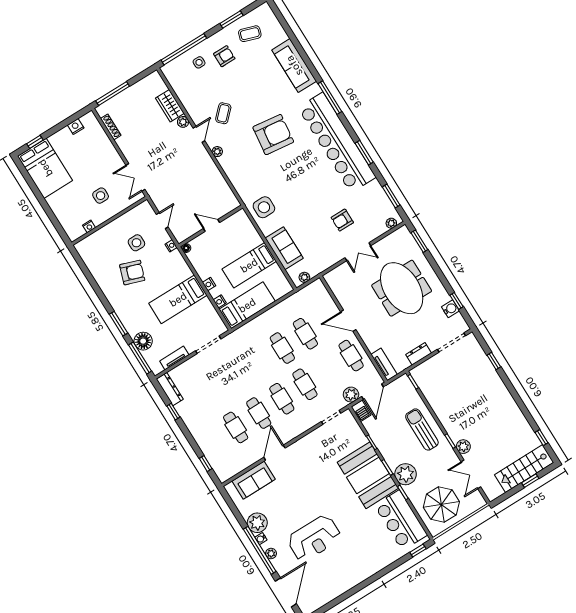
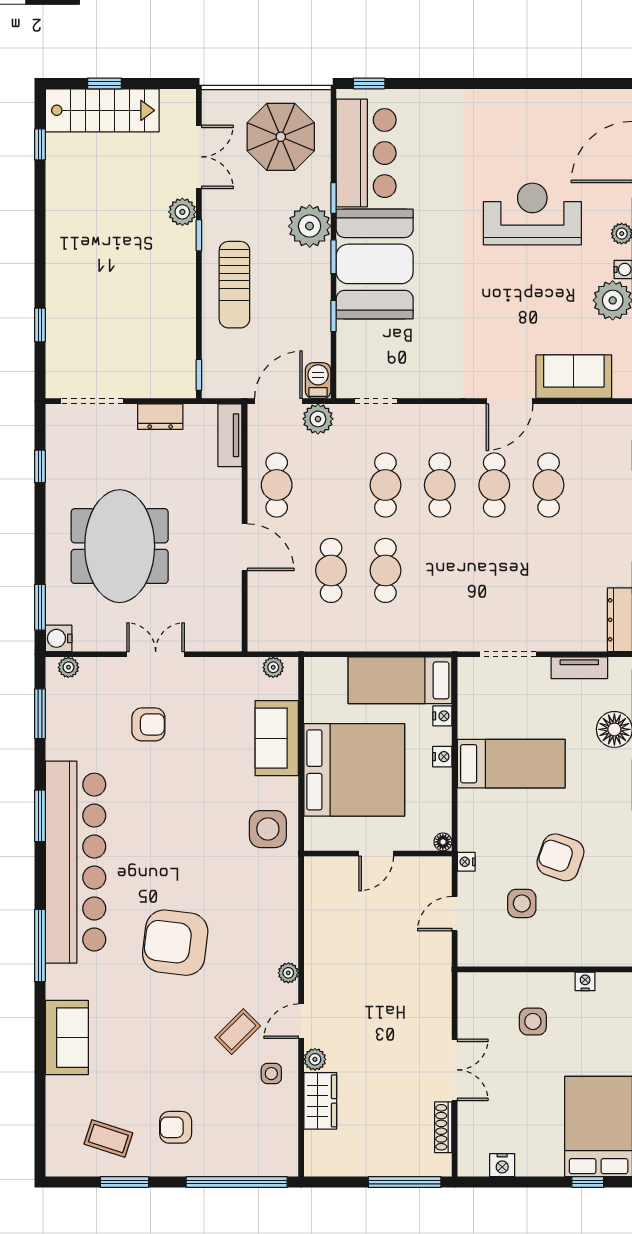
side table: (199, 62) -> (271, 1074), moved
sofa: (294, 66) -> (67, 1038), width x0.73
double door: (135, 177) -> (455, 1070), moved
door: (211, 225) -> (376, 854), hinge flipped
bed: (249, 265) -> (354, 770), width x2.04
water cooler: (450, 309) -> (59, 638), moved

